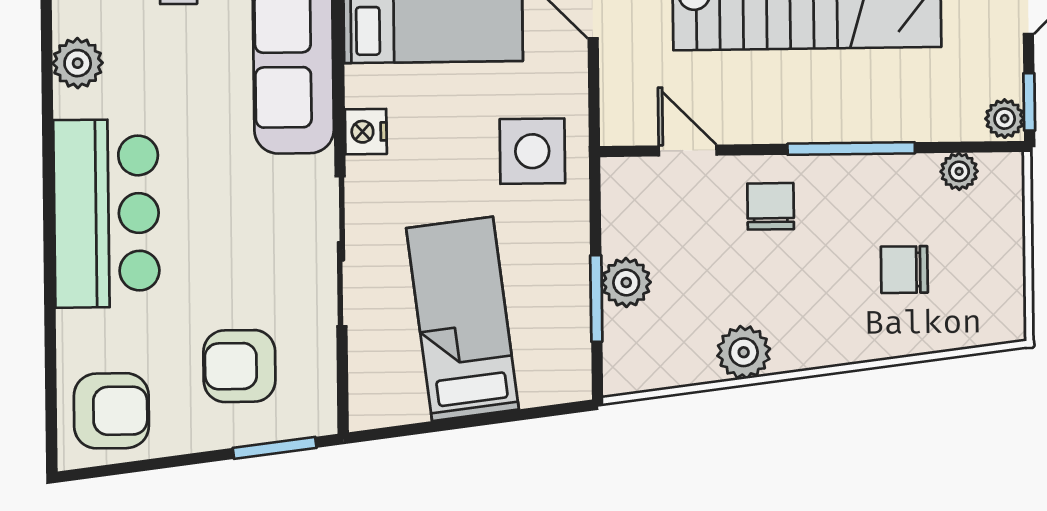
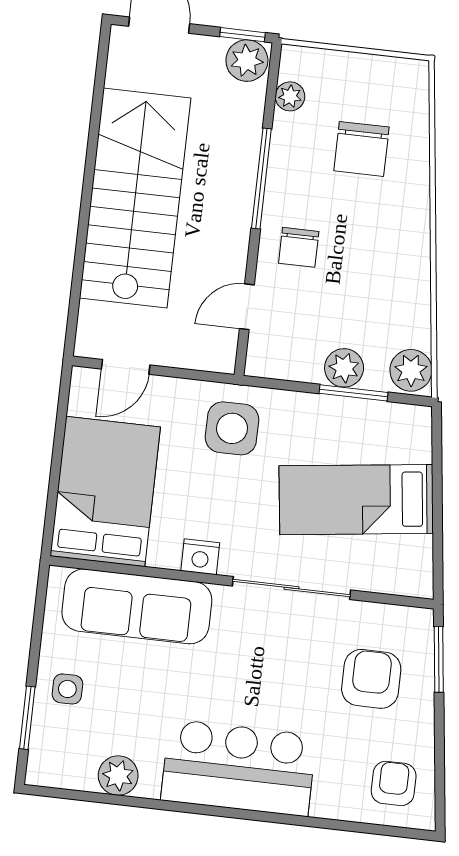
plant: (1005, 119) -> (247, 61), width x1.38, depth x1.38
chair: (771, 206) -> (299, 247), turned -90
chair: (904, 270) -> (361, 149), width x1.37, depth x1.37
plant: (744, 352) -> (411, 370), moved
armchair: (239, 366) -> (371, 679), turned 180
armchair: (111, 411) -> (394, 783), width x0.72, depth x0.72

